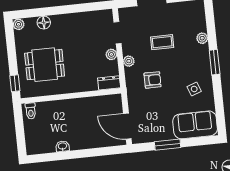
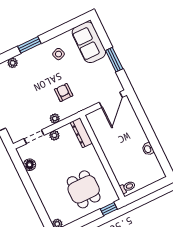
floor lamp: (44, 23) -> (30, 165), moved
coffee table: (162, 42) -> (28, 96), removed
dresser: (109, 83) -> (81, 133), width x1.44

